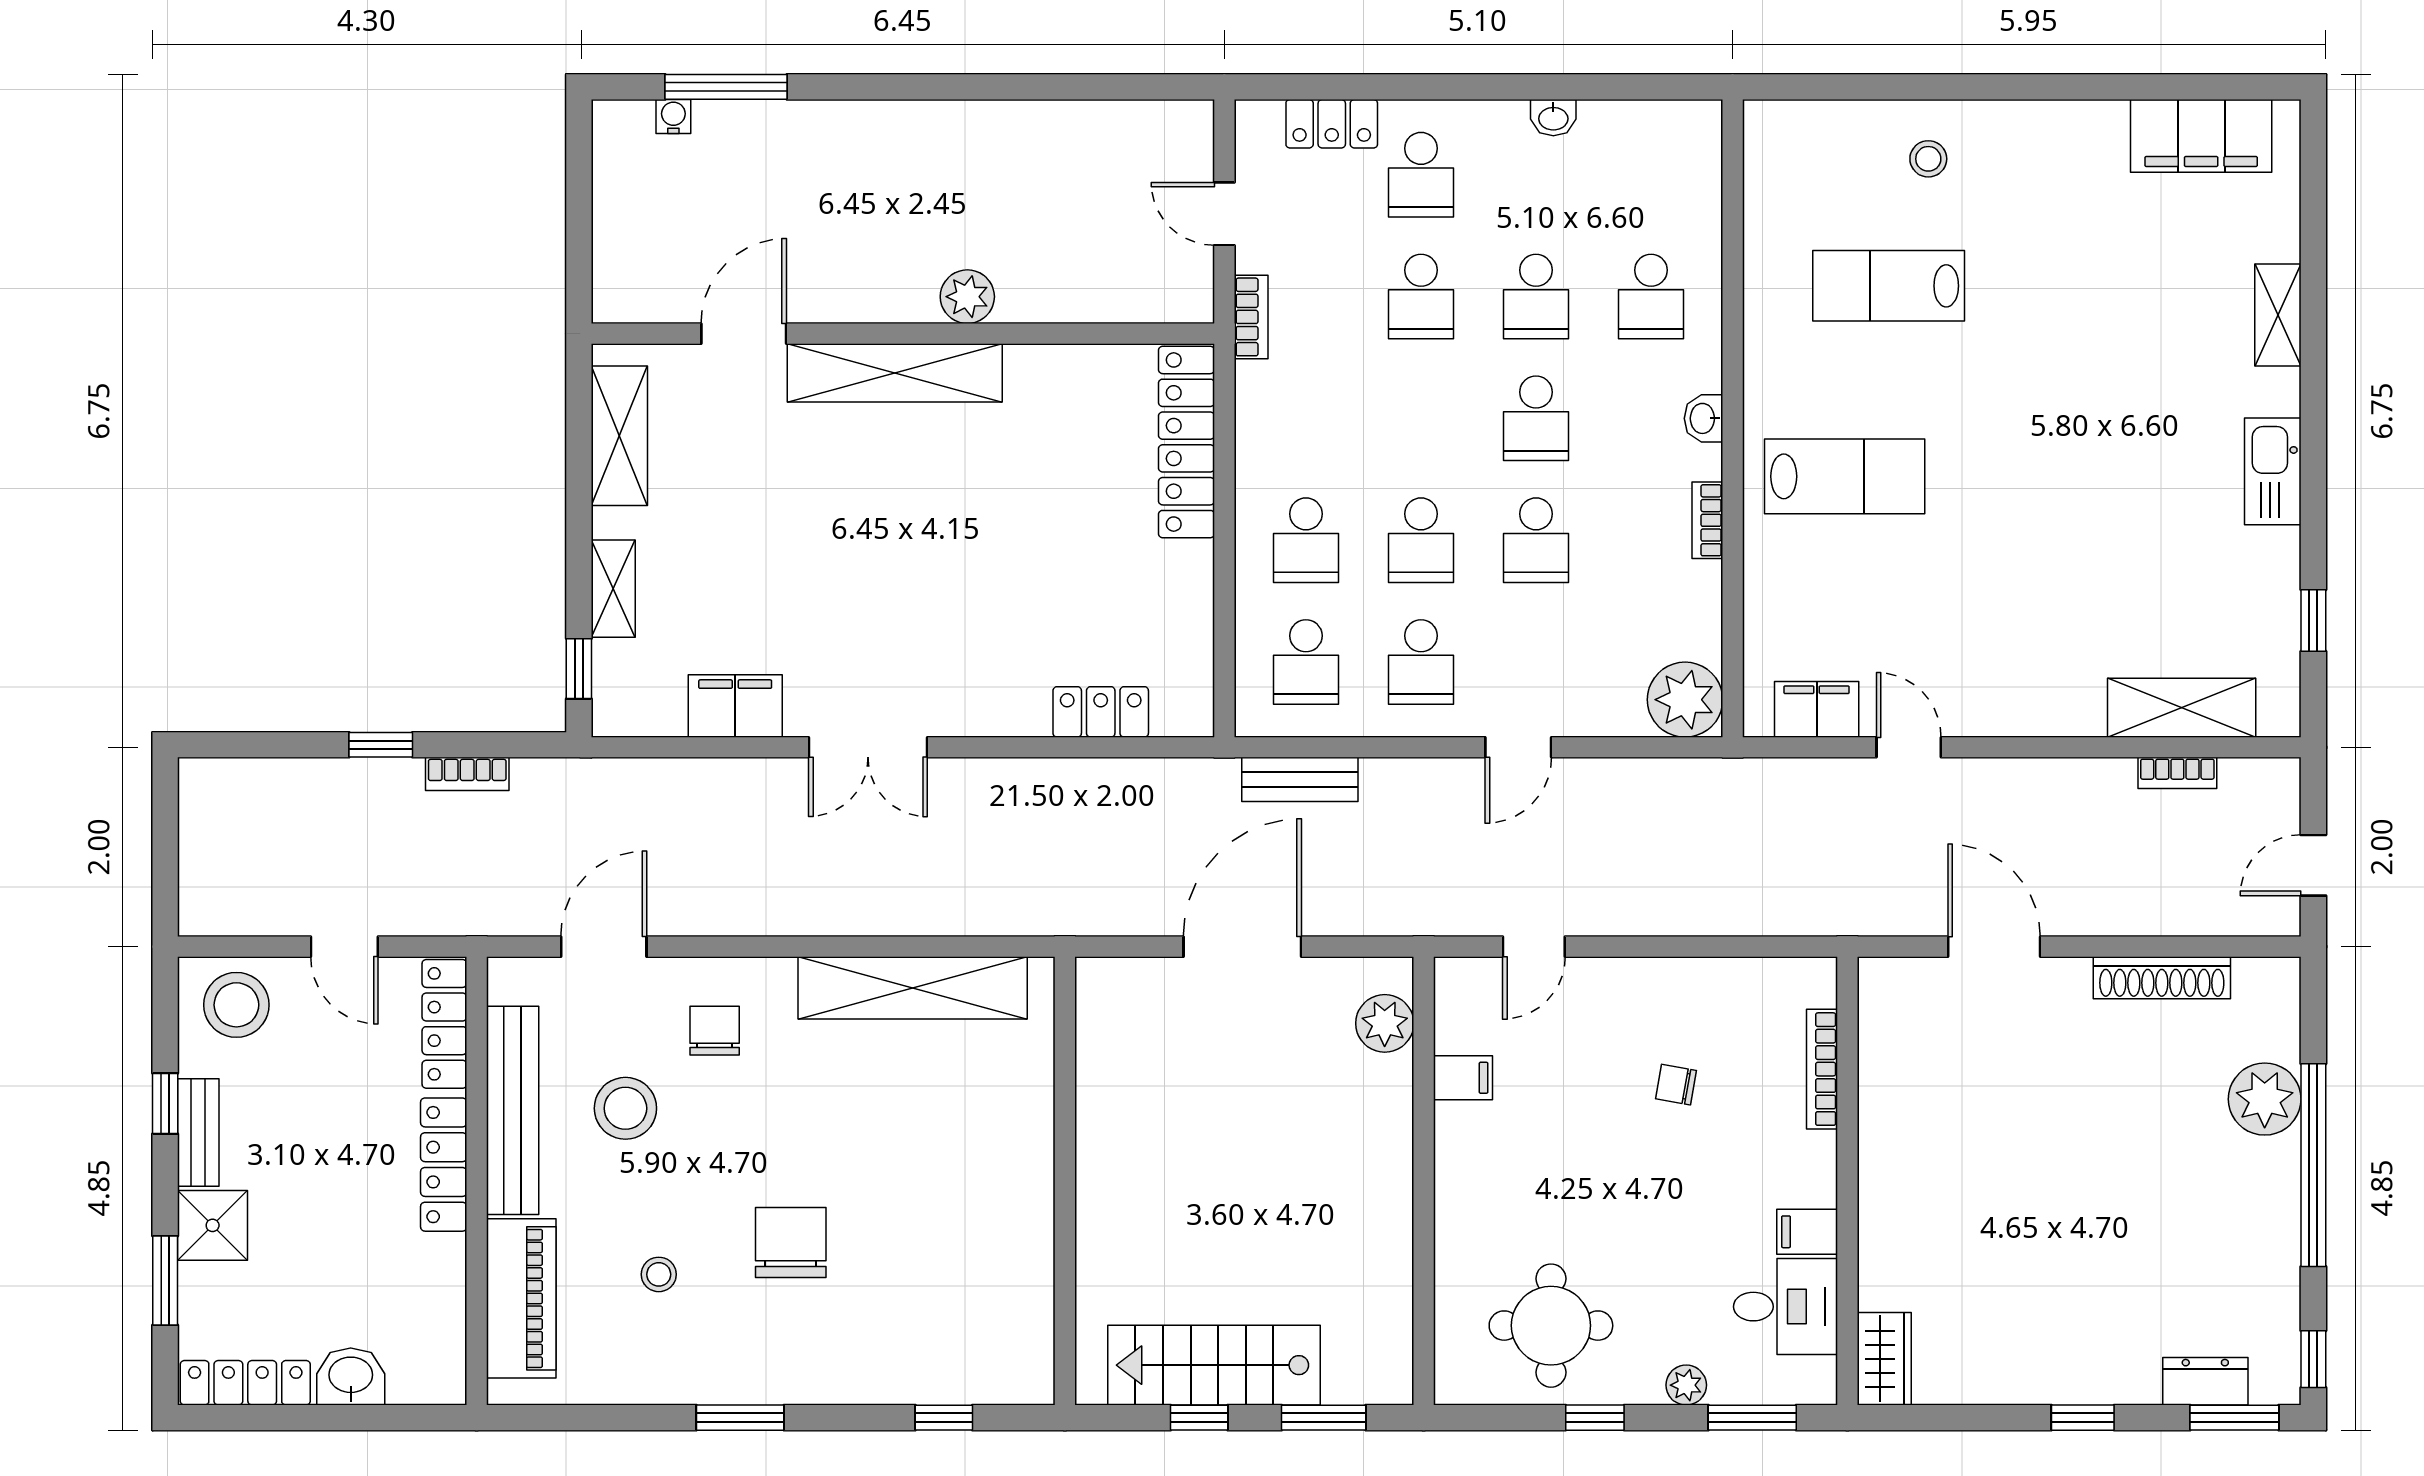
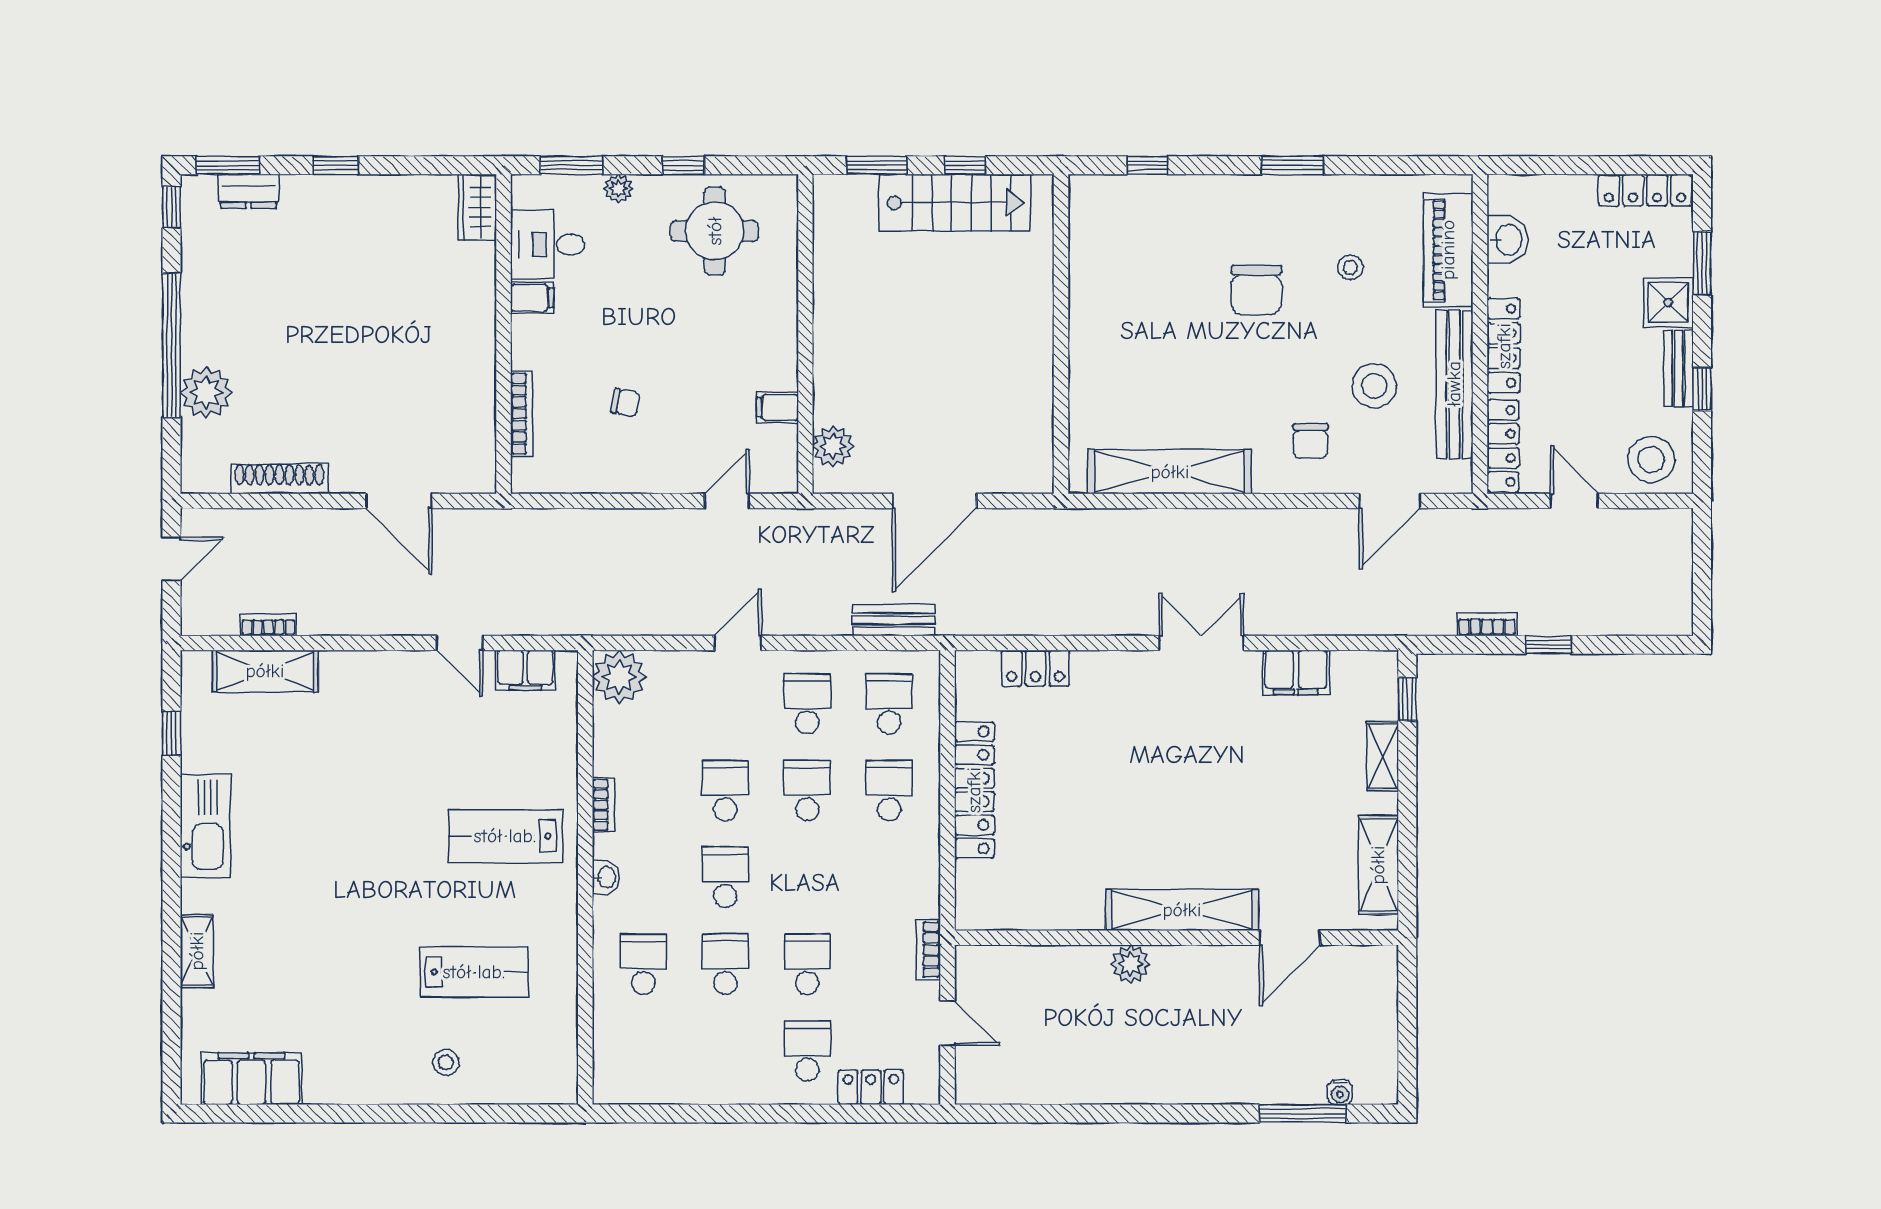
washbasin: (1553, 118) -> (713, 1092), removed
locker: (1186, 442) -> (974, 790), moved
kitchen sink: (2273, 471) -> (205, 826), width x1.36, depth x1.24
washbasin: (351, 1377) -> (1508, 240), moved, turned -90

